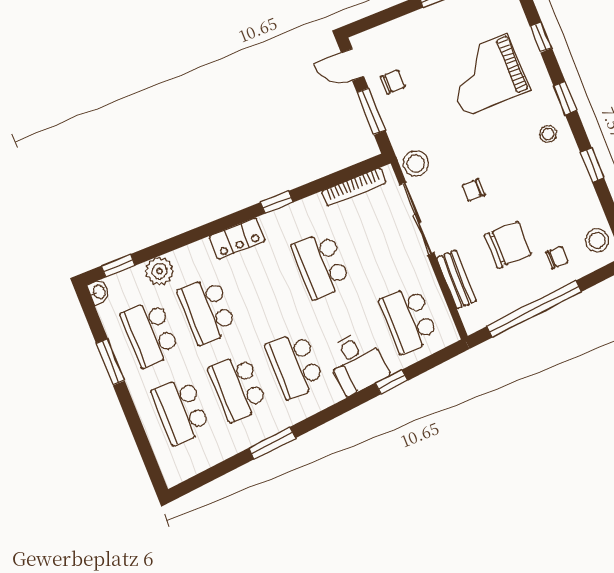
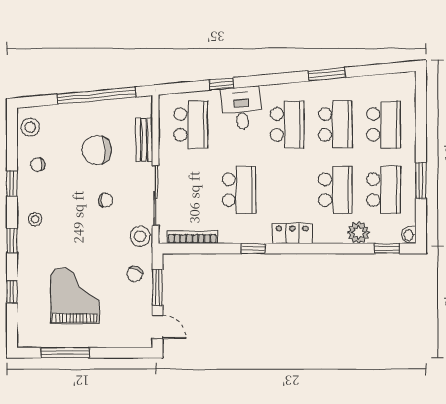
grand piano: (486, 75) -> (75, 296), moved, turned -90
chair: (393, 82) -> (135, 274), moved, turned -64
chair: (557, 257) -> (38, 165), moved

